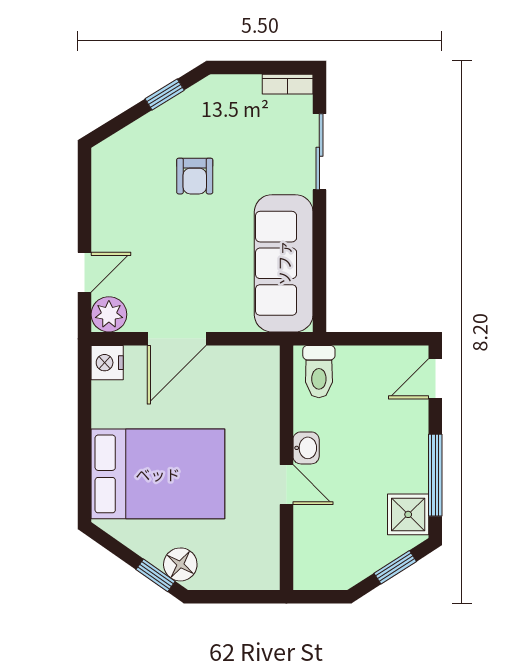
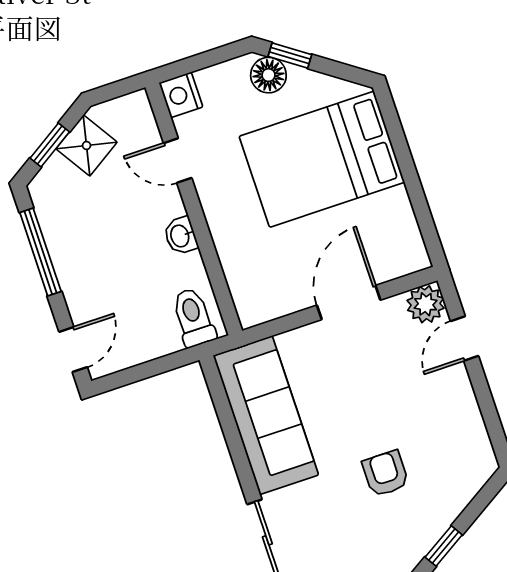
nightstand: (107, 363) -> (181, 95), moved, turned 180
door: (286, 485) -> (178, 160), moved
shower: (408, 514) -> (87, 145), moved, turned -33

